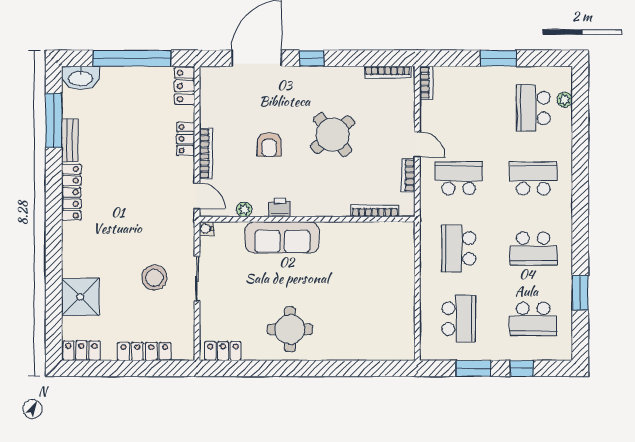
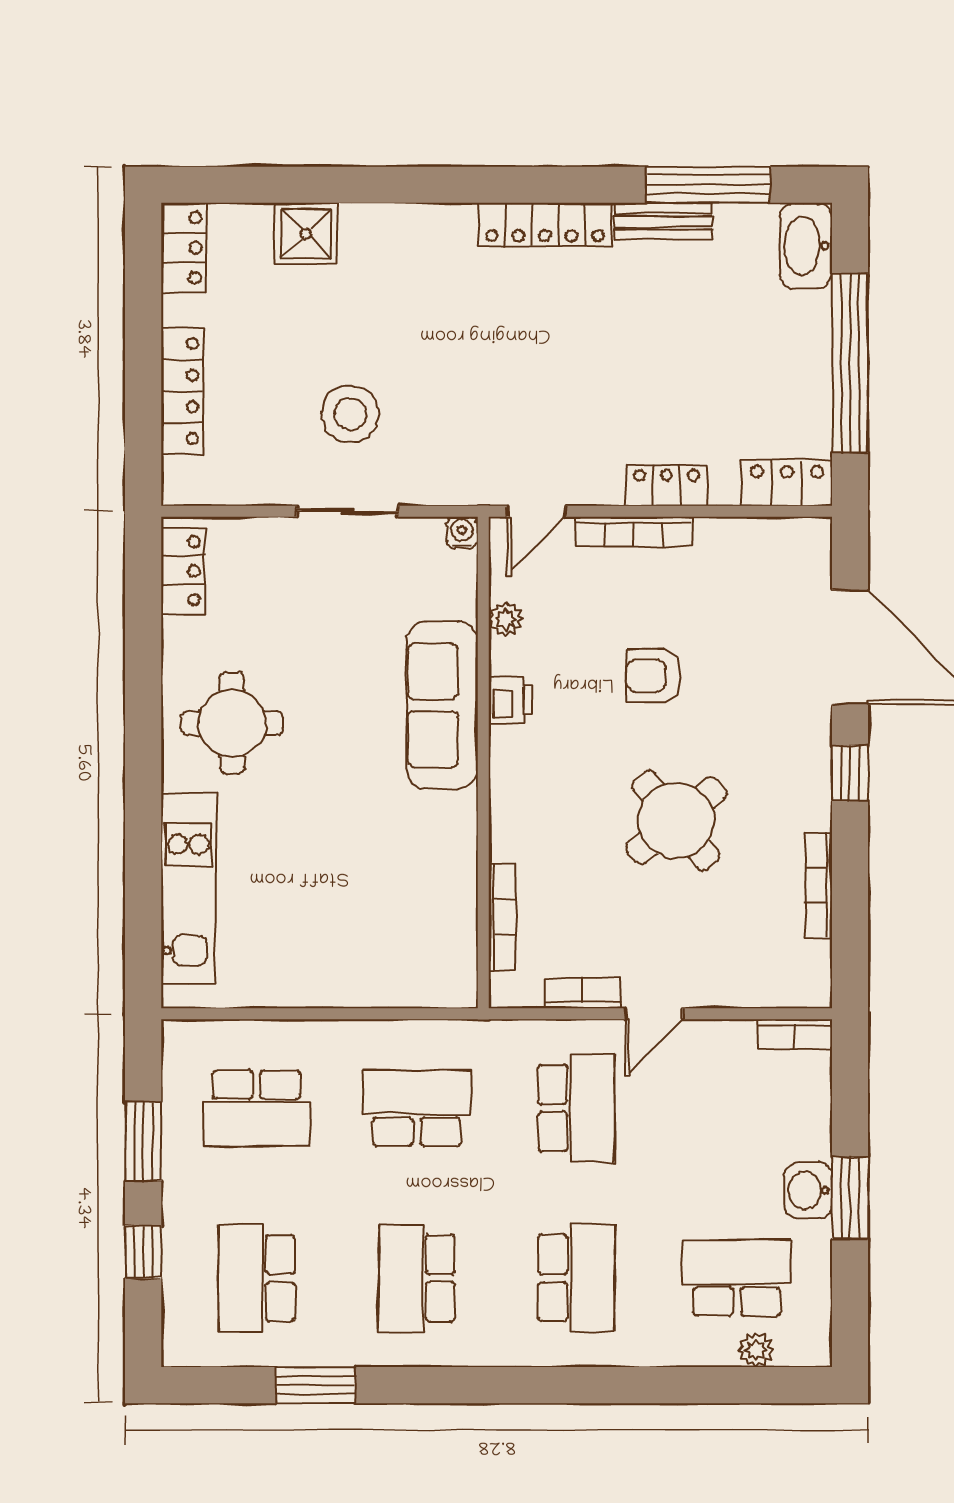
bookcase: (388, 72) -> (819, 885), moved
washbasin: (495, 77) -> (808, 1190), added
shower: (80, 297) -> (306, 234), width x0.73, depth x0.73
kitchen unit: (363, 349) -> (188, 889), added

